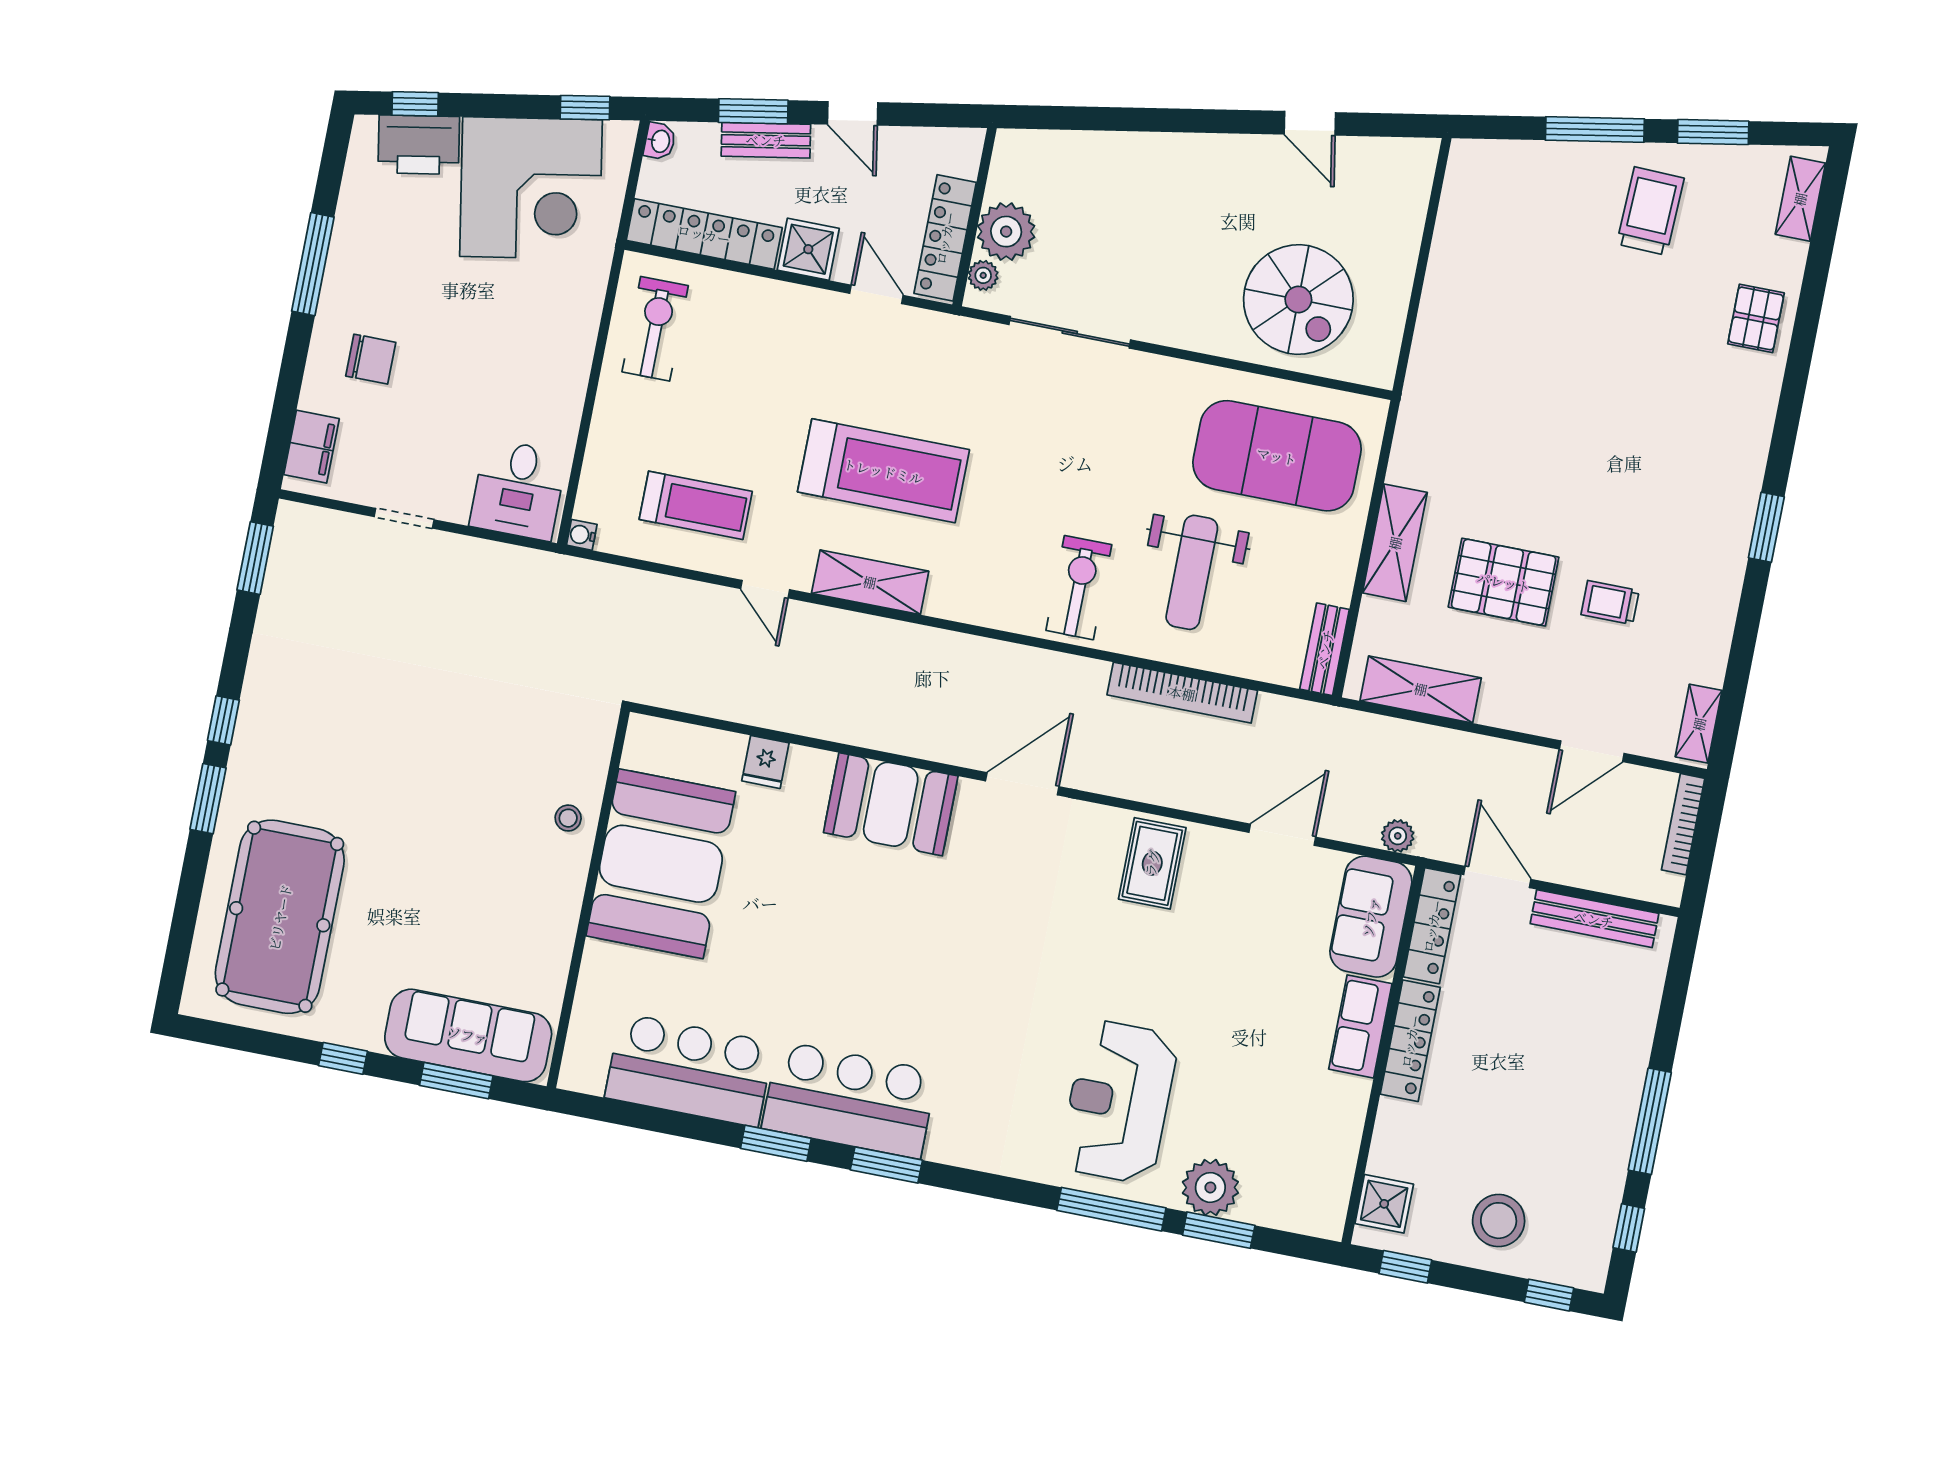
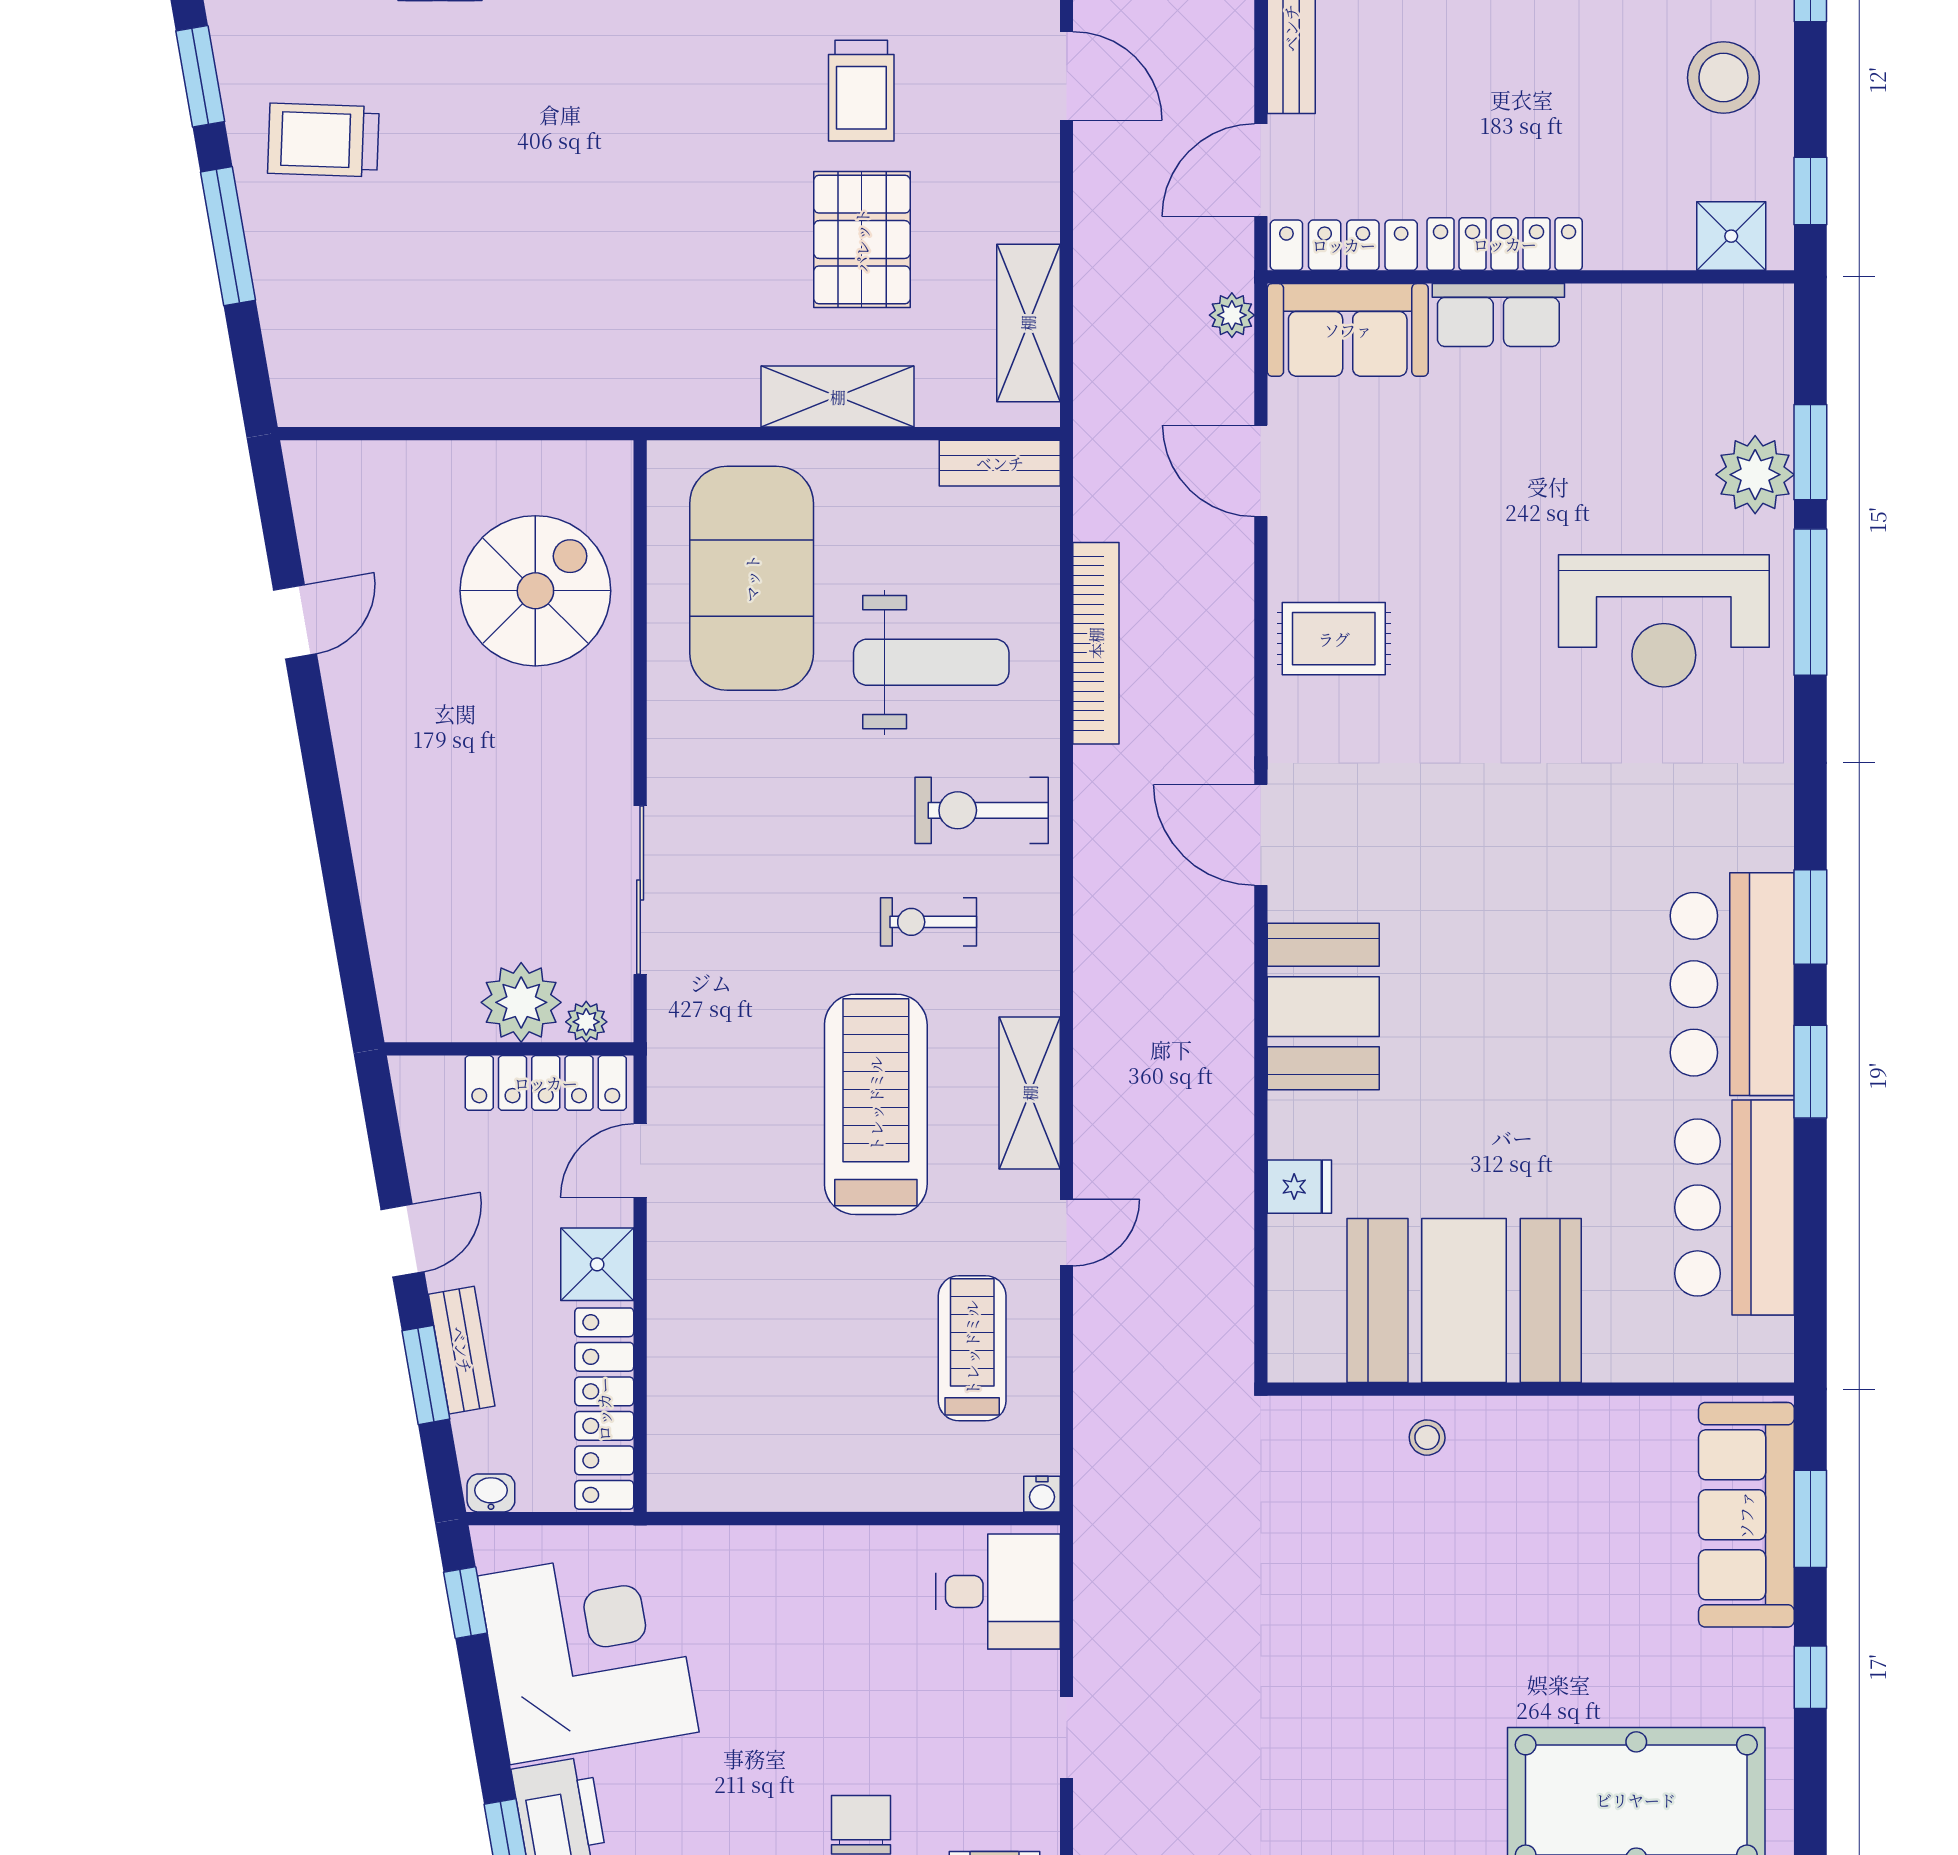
exercise bike: (655, 329) -> (928, 922), moved, width x0.73, depth x0.72
trolley: (1610, 603) -> (861, 91), width x1.36, depth x1.39

